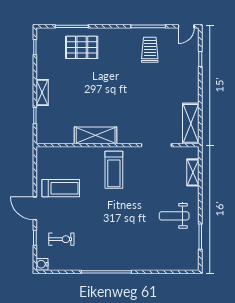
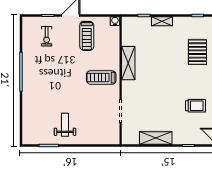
shelving: (191, 123) -> (156, 138), moved
shelving: (193, 172) -> (99, 140), removed
water cooler: (42, 264) -> (115, 21), moved

